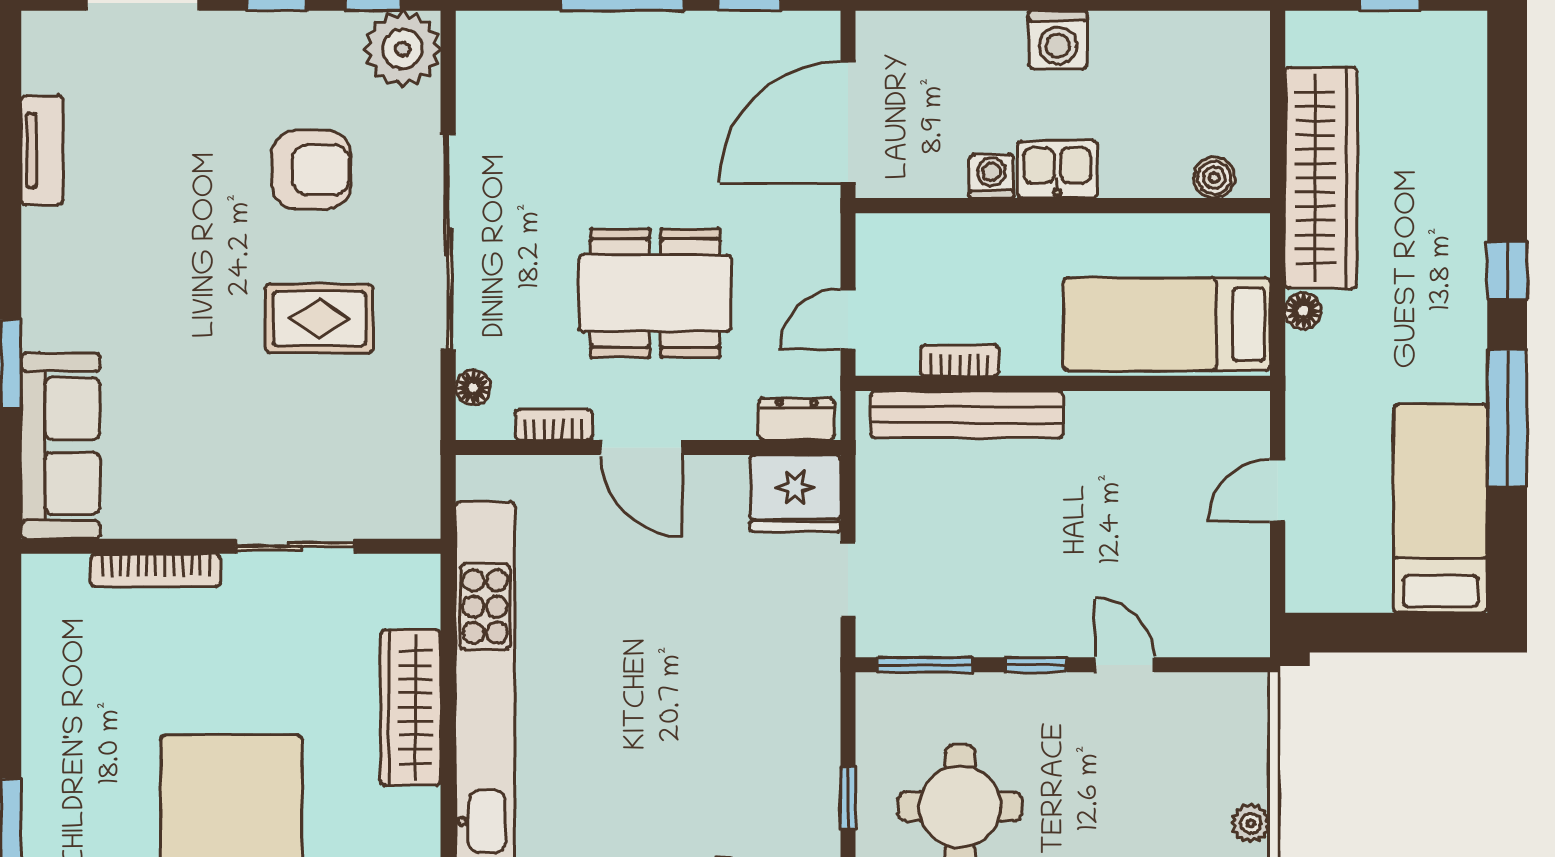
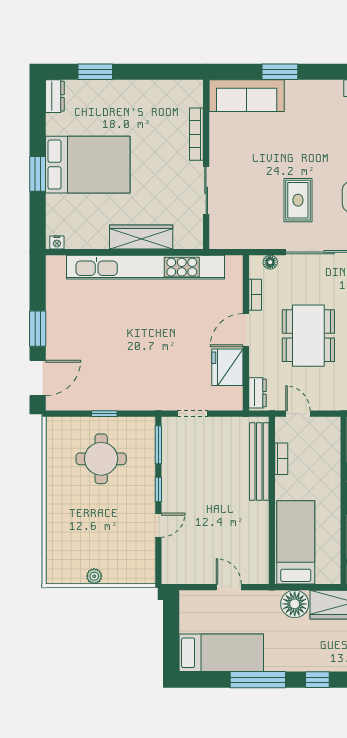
floor lamp: (1303, 311) -> (295, 604), width x1.89, depth x1.89
fridge: (795, 493) -> (227, 367), moved

